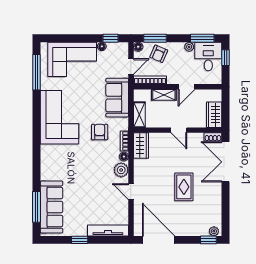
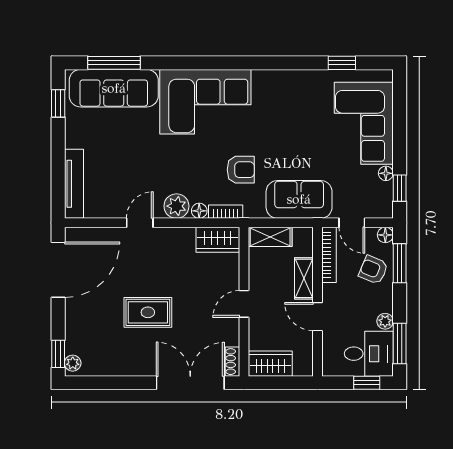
window: (37, 72) -> (342, 63), width x0.46
corner sofa: (60, 117) -> (205, 102), moved
window: (80, 240) -> (58, 103), moved

